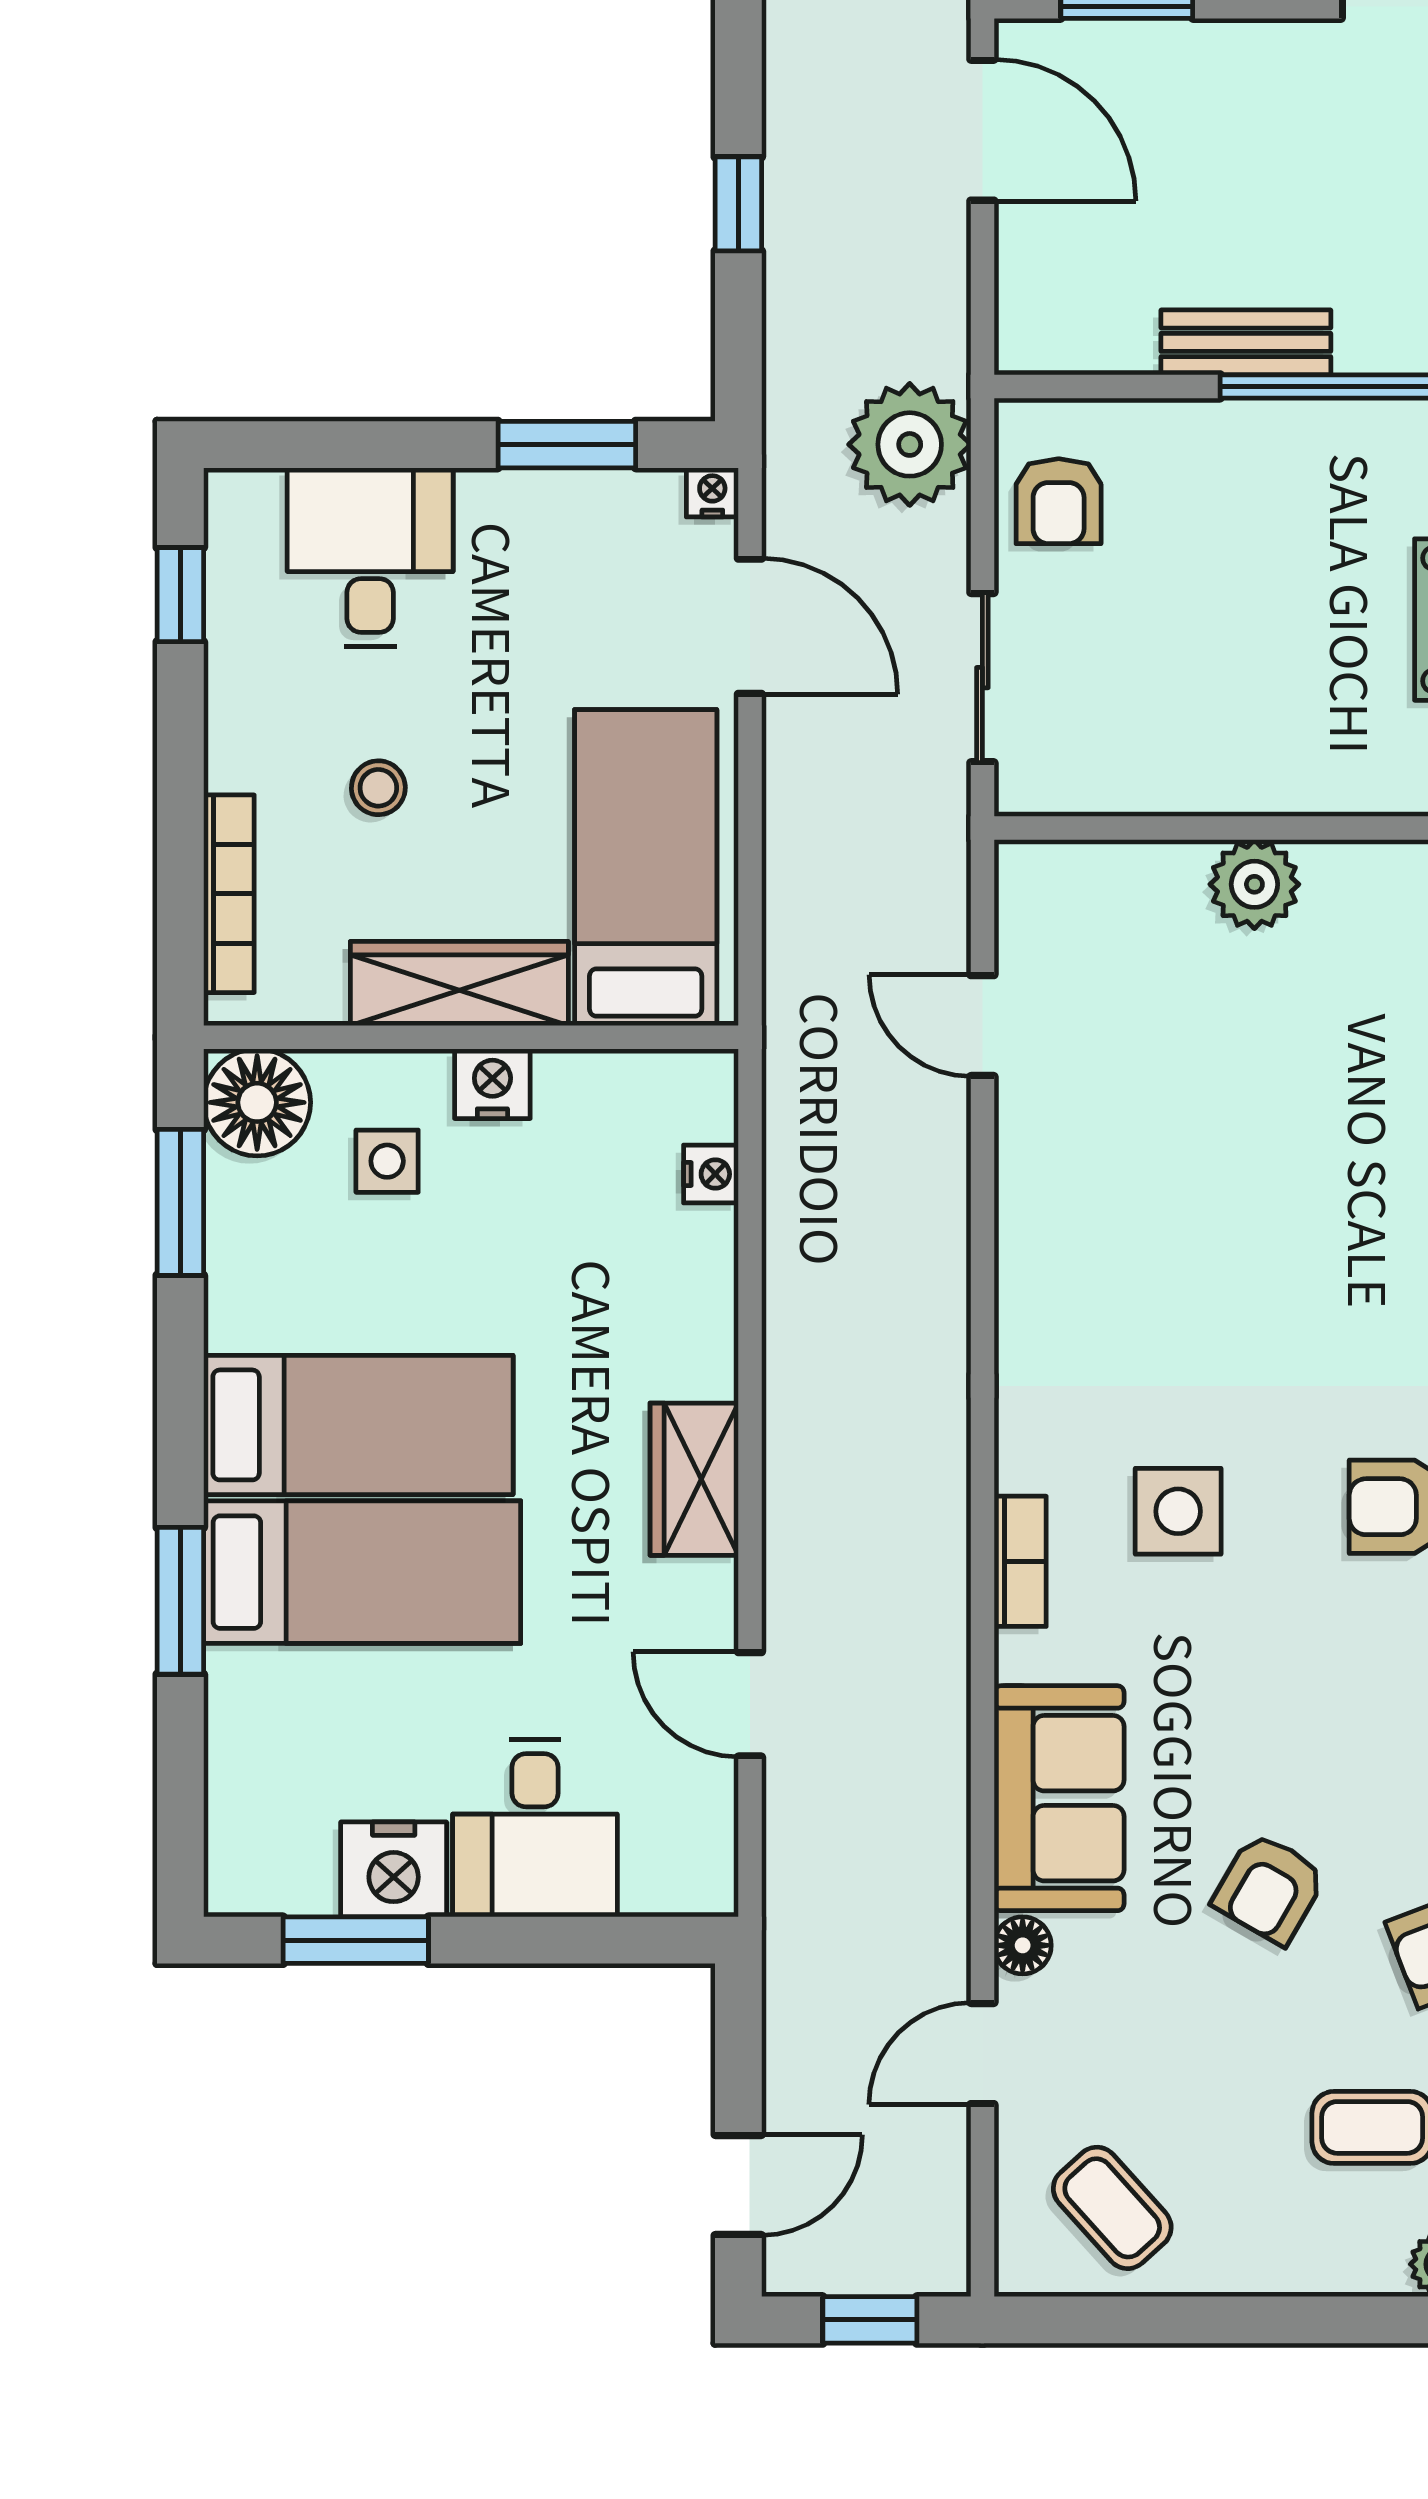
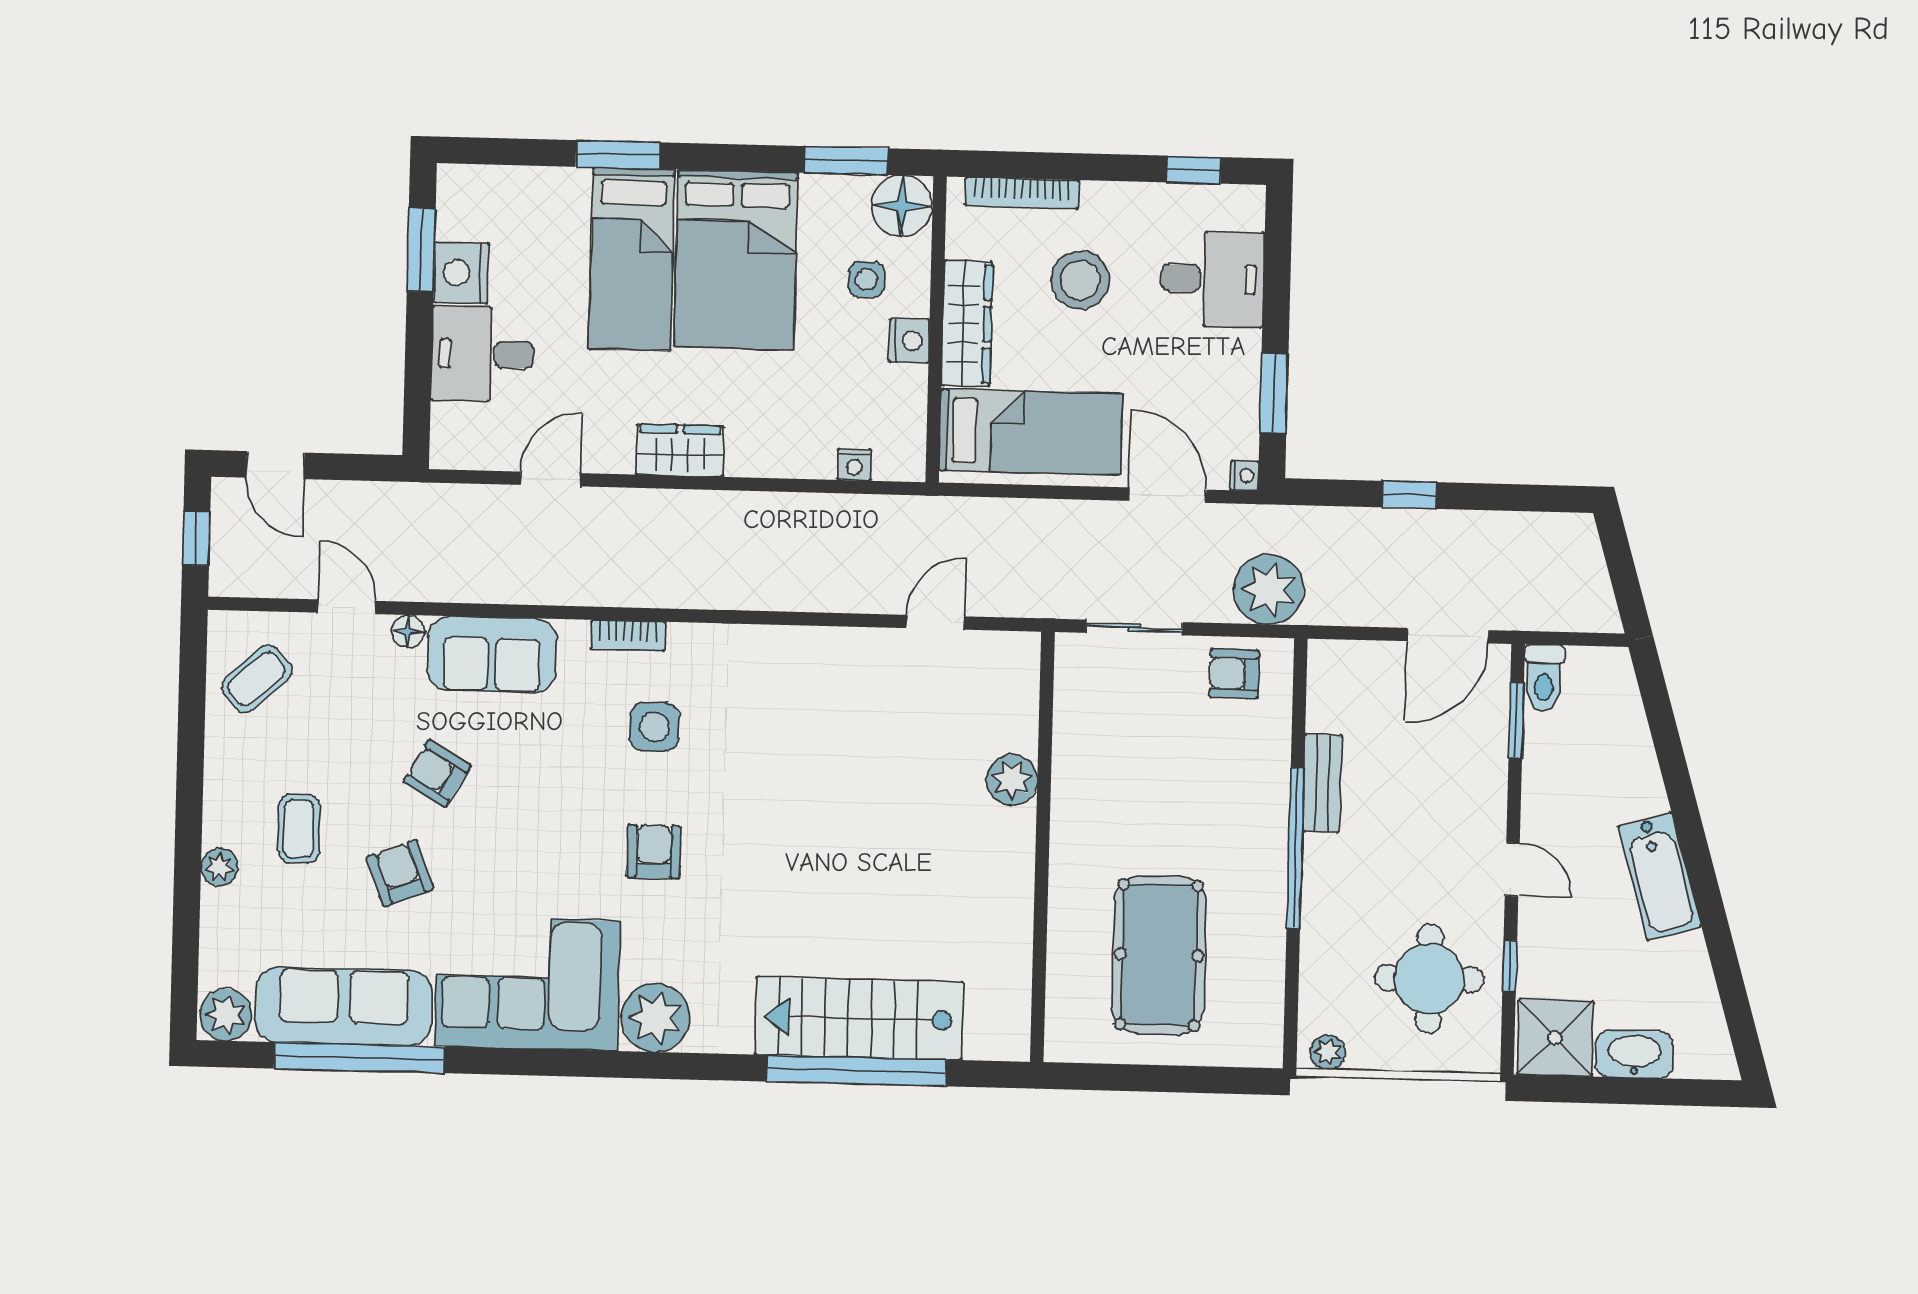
door: (750, 626) -> (1167, 495), swing flipped
stool: (378, 788) -> (1080, 280), width x1.89, depth x1.89
bed: (358, 1425) -> (736, 260), width x1.50

